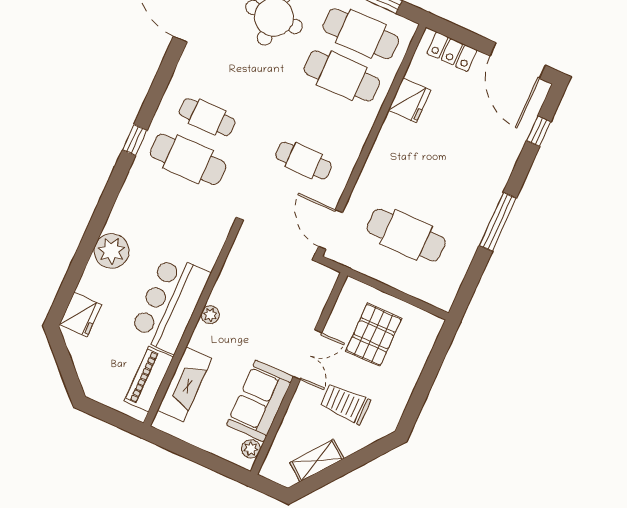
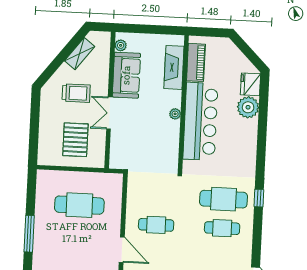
door: (330, 230) -> (122, 250), moved
plant: (111, 251) -> (248, 107), moved
bar counter: (170, 304) -> (200, 121), width x1.36

